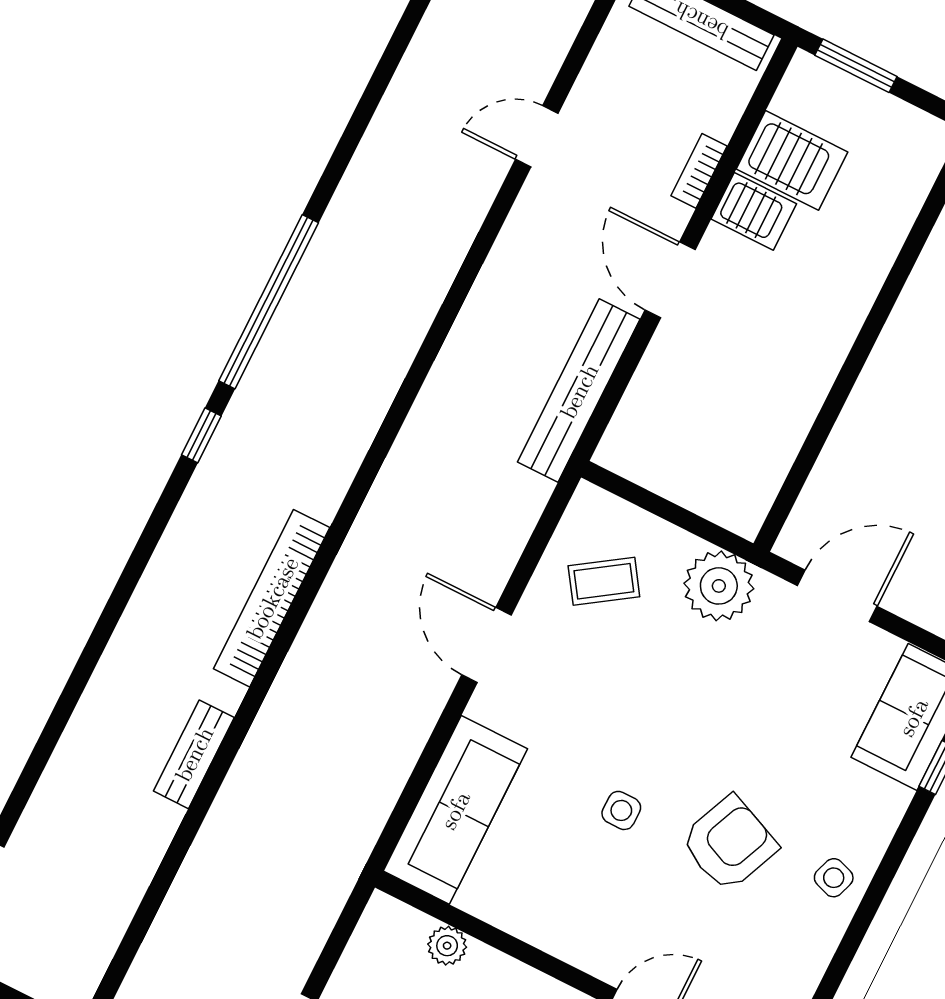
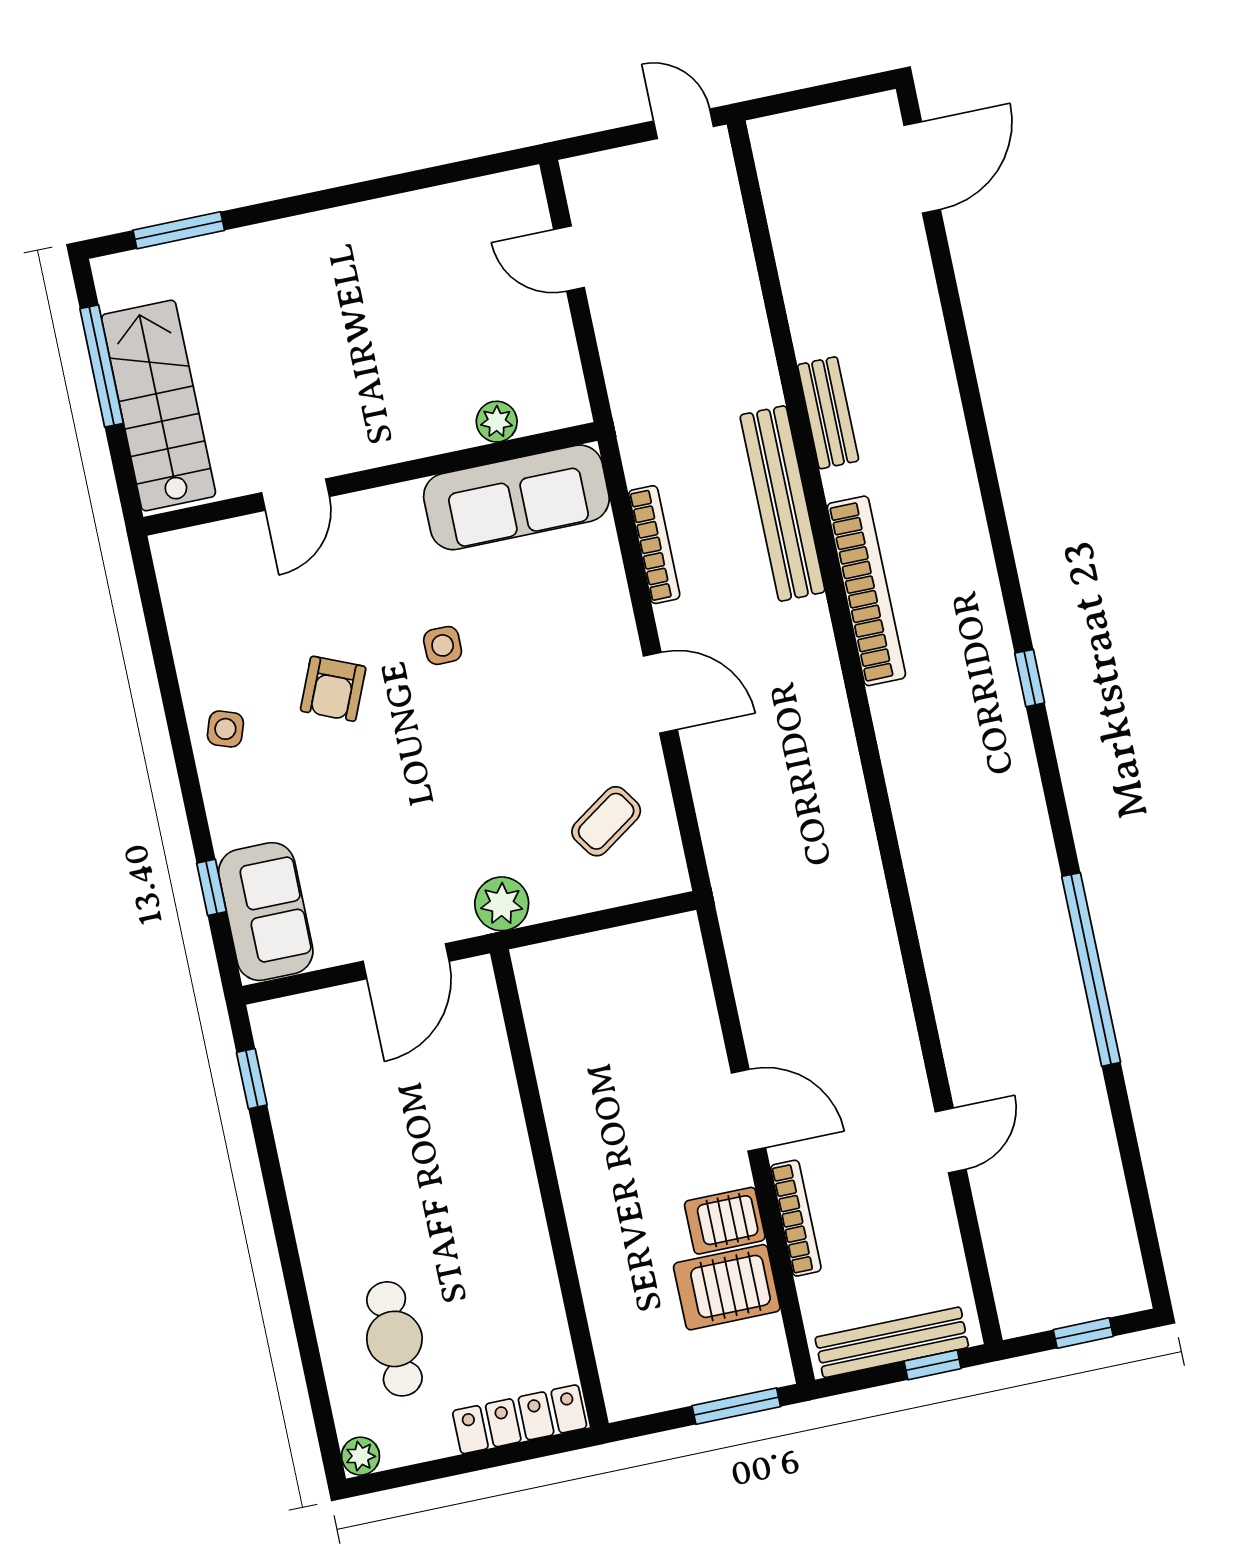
bookcase: (699, 171) -> (796, 1218), width x1.56
window: (269, 302) -> (1091, 969), moved
bench: (579, 391) -> (782, 504), moved
plant: (719, 586) -> (502, 904), width x0.73, depth x0.73
bookcase: (403, 760) -> (654, 545), added
sofa: (455, 810) -> (516, 497), moved, turned -90
armchair: (729, 843) -> (333, 689), width x0.72, depth x0.72

